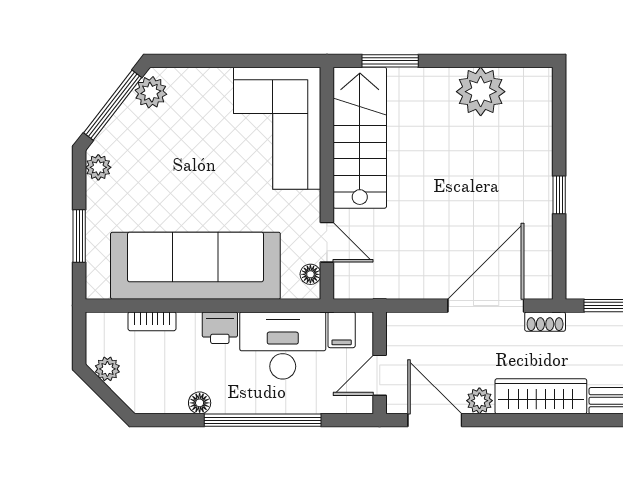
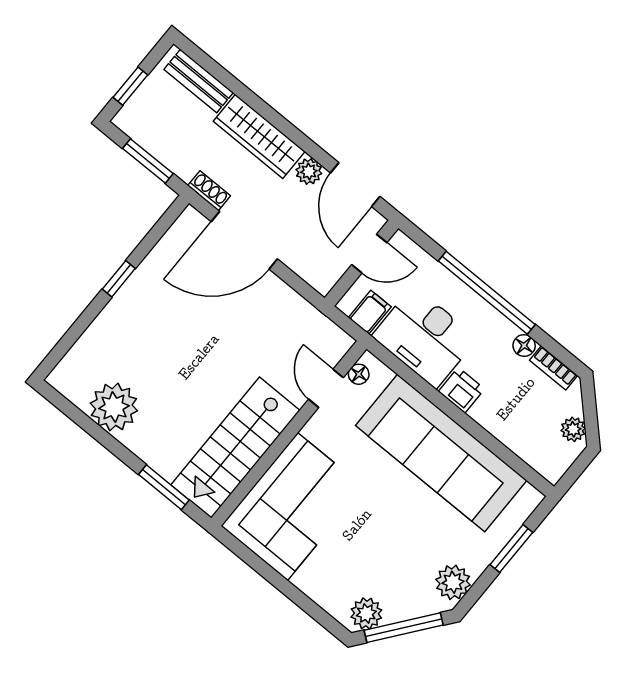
plant: (98, 167) -> (453, 582), width x1.38, depth x1.38
bookcase: (152, 321) -> (554, 368), moved, turned 180

